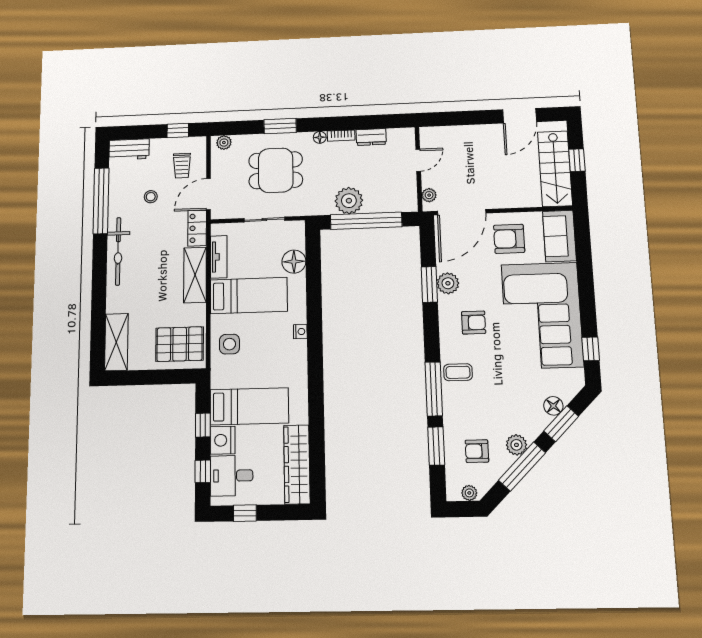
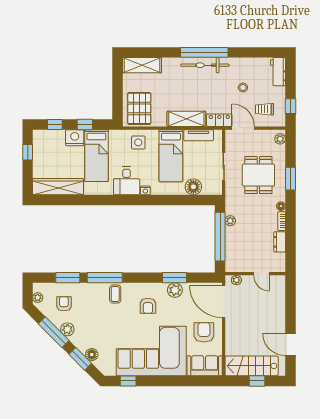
window: (101, 201) -> (204, 52), moved
plant: (349, 201) -> (230, 221), width x0.53, depth x0.53
desk: (232, 476) -> (127, 181), moved, turned 180

